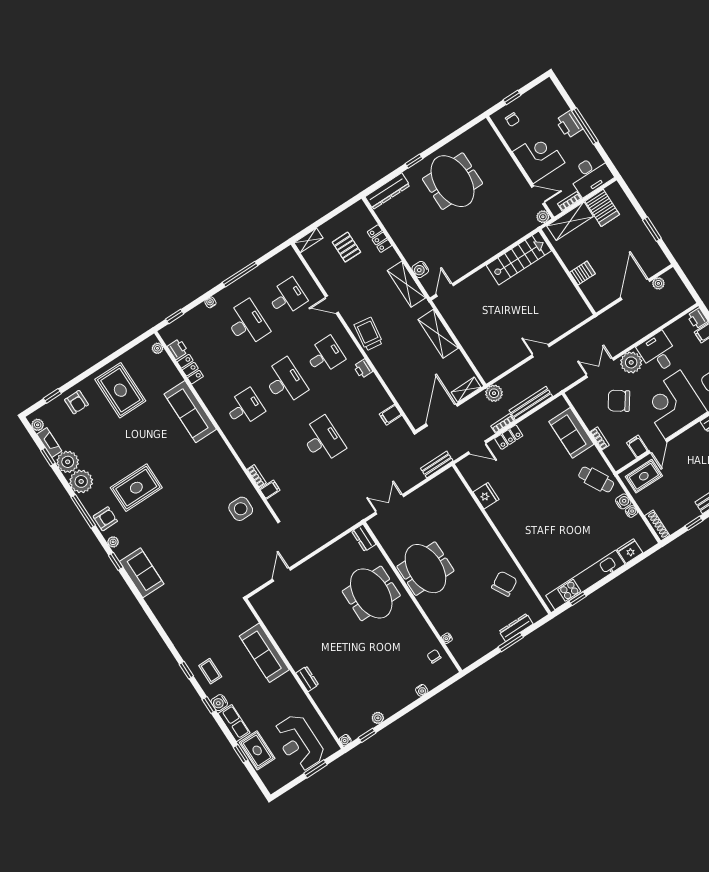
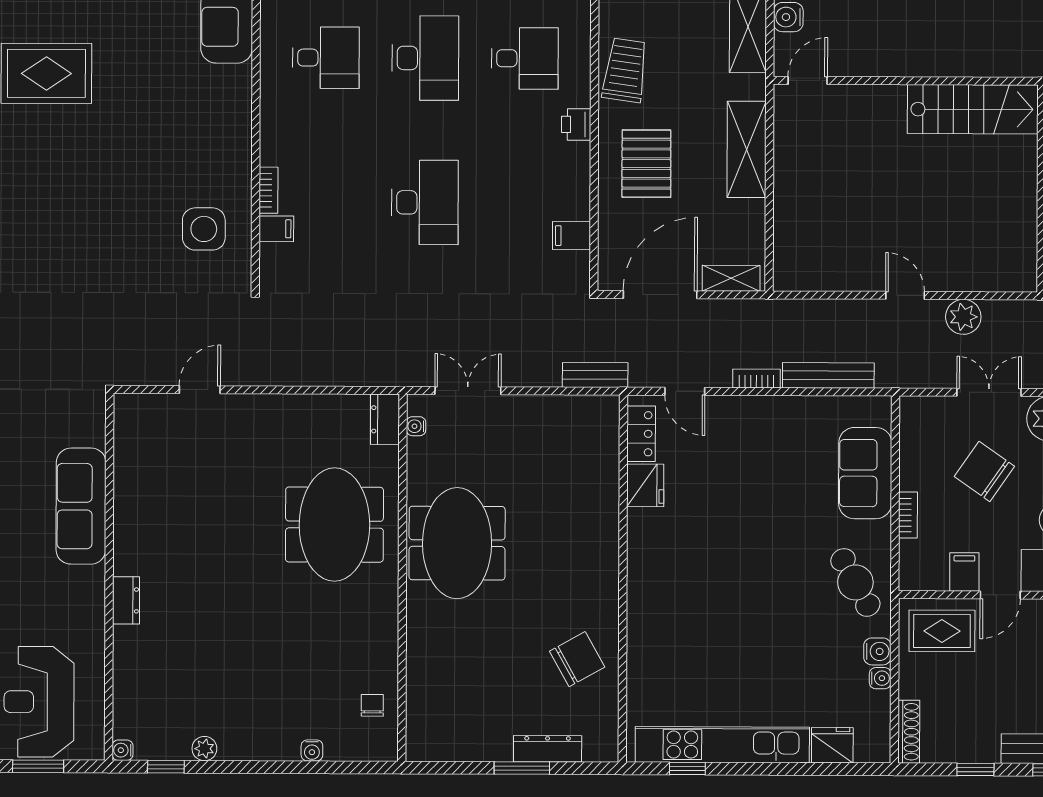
pallet: (402, 366) -> (646, 164), added
plant: (494, 393) -> (963, 317), moved
locker: (509, 437) -> (641, 434), moved, turned -90
water cooler: (447, 638) -> (416, 426), moved

